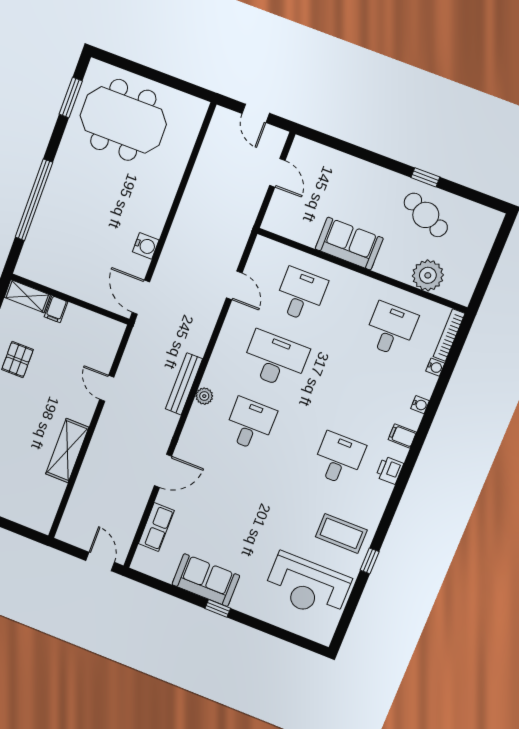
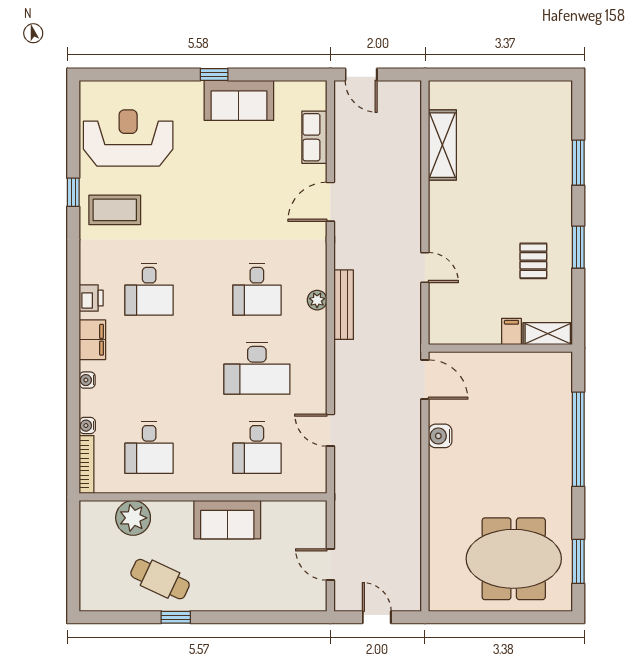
filing cabinet: (402, 436) -> (92, 340), width x2.00
shelving: (67, 451) -> (442, 145), moved

